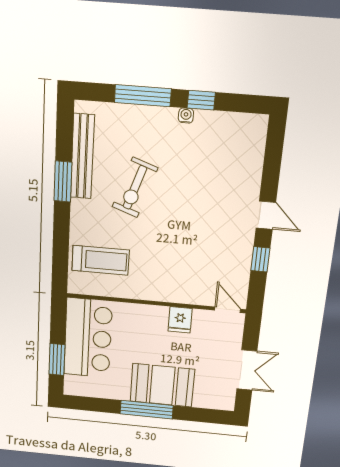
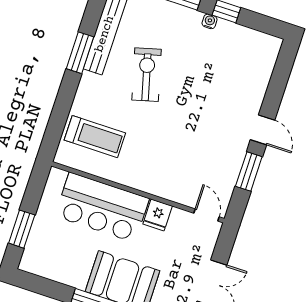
exercise bike: (135, 187) -> (147, 75), turned 146
window: (260, 259) -> (249, 171), width x1.50
bar counter: (88, 338) -> (102, 207), moved, turned 90

